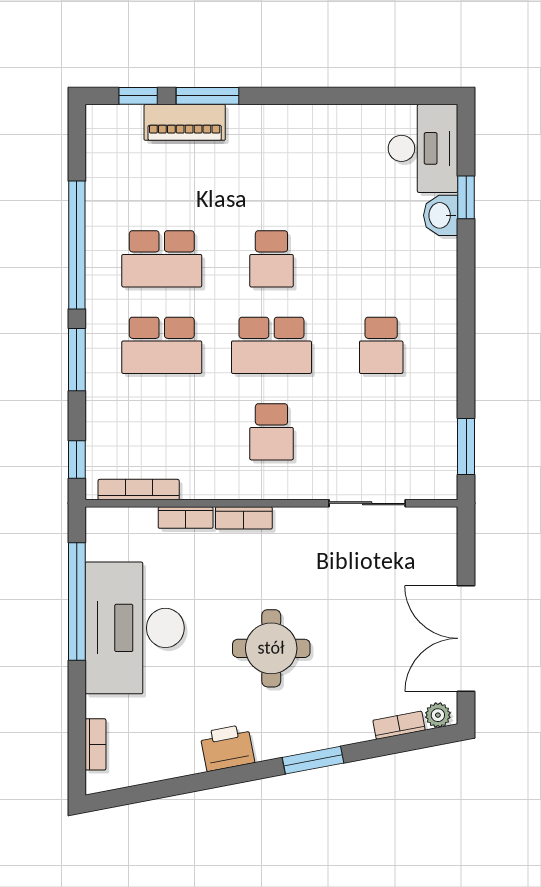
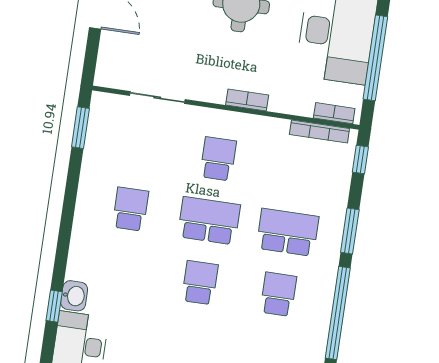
school desk: (162, 259) -> (278, 294), width x0.54
bookcase: (186, 518) -> (334, 113), moved

